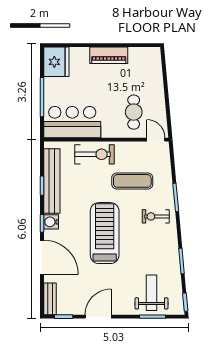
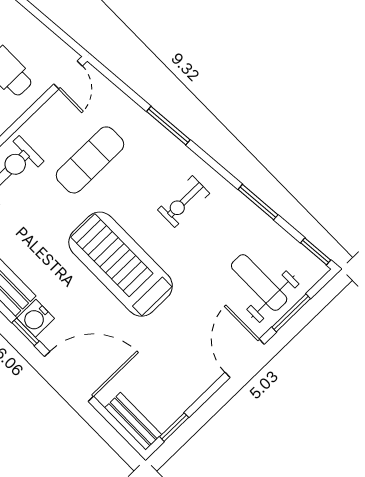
door: (156, 140) -> (68, 75), swing flipped
exercise bike: (156, 216) -> (184, 202), moved
door: (98, 317) -> (245, 358), moved

